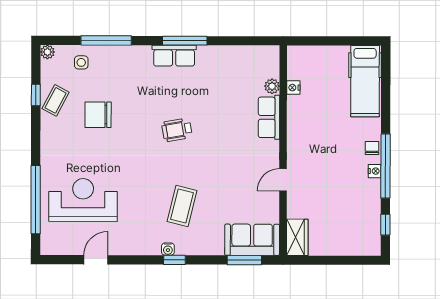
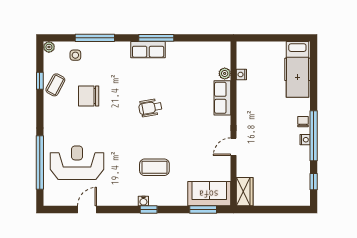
coffee table: (182, 206) -> (154, 167), turned 76

